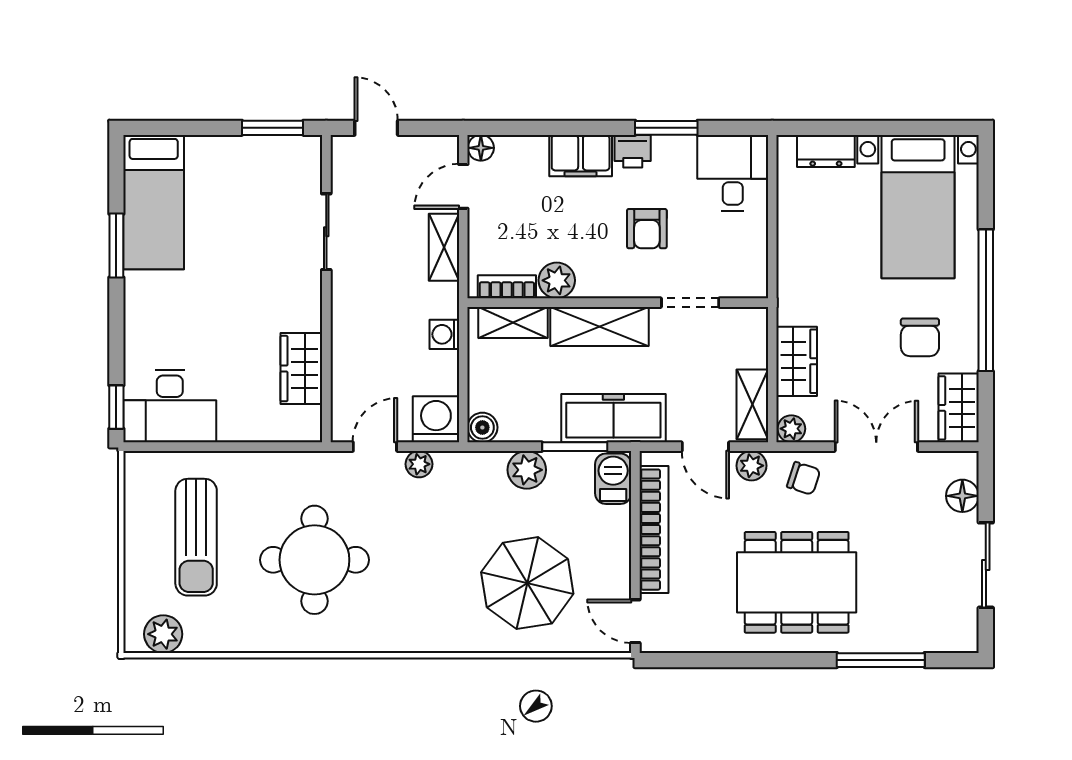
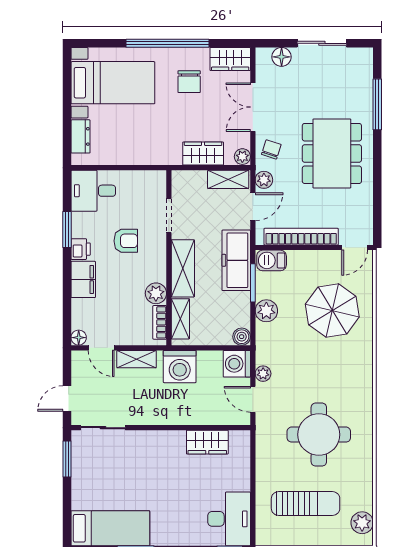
sliding door: (326, 232) -> (103, 428), moved
washing machine: (444, 334) -> (180, 367), width x1.89, depth x1.89
chair: (920, 337) -> (189, 82), turned 90

